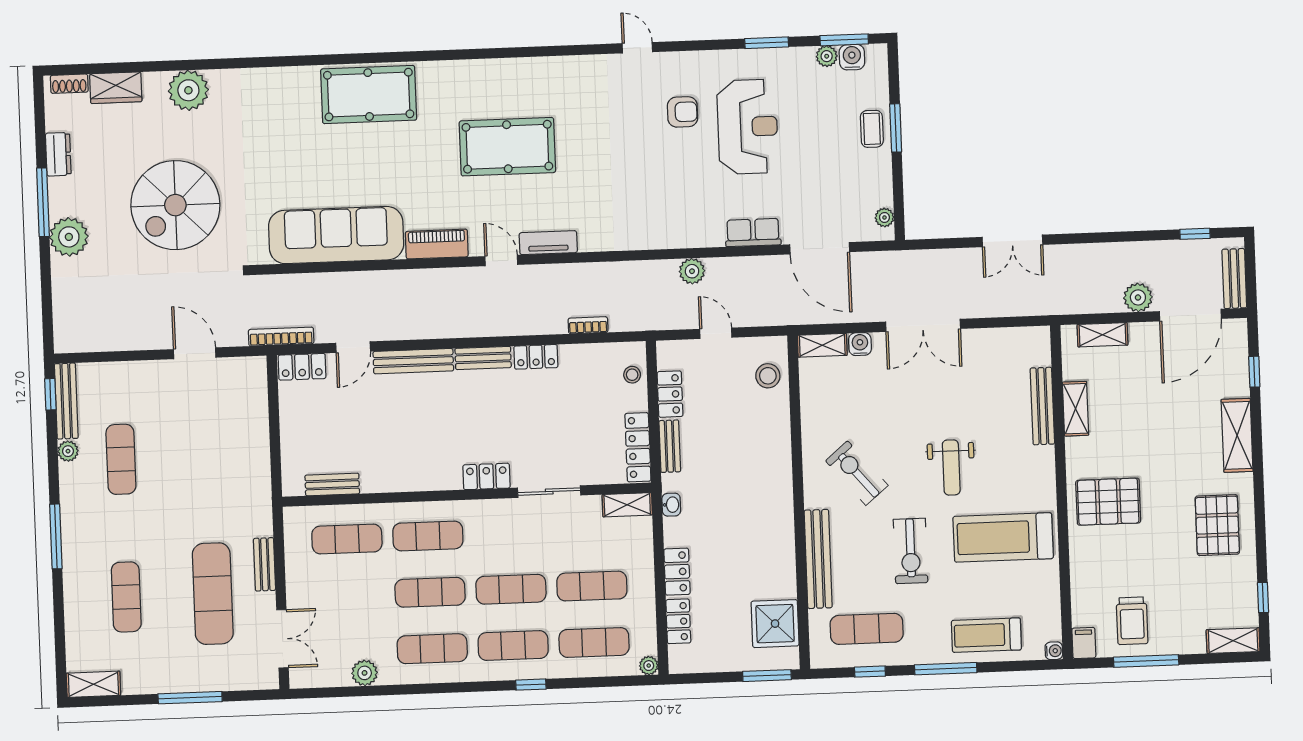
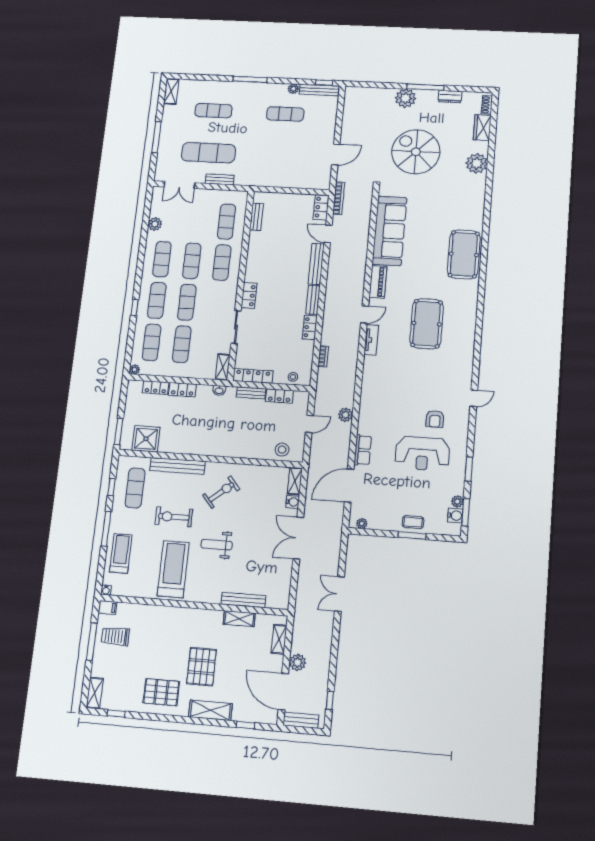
pallet: (1108, 502) -> (202, 667), moved

